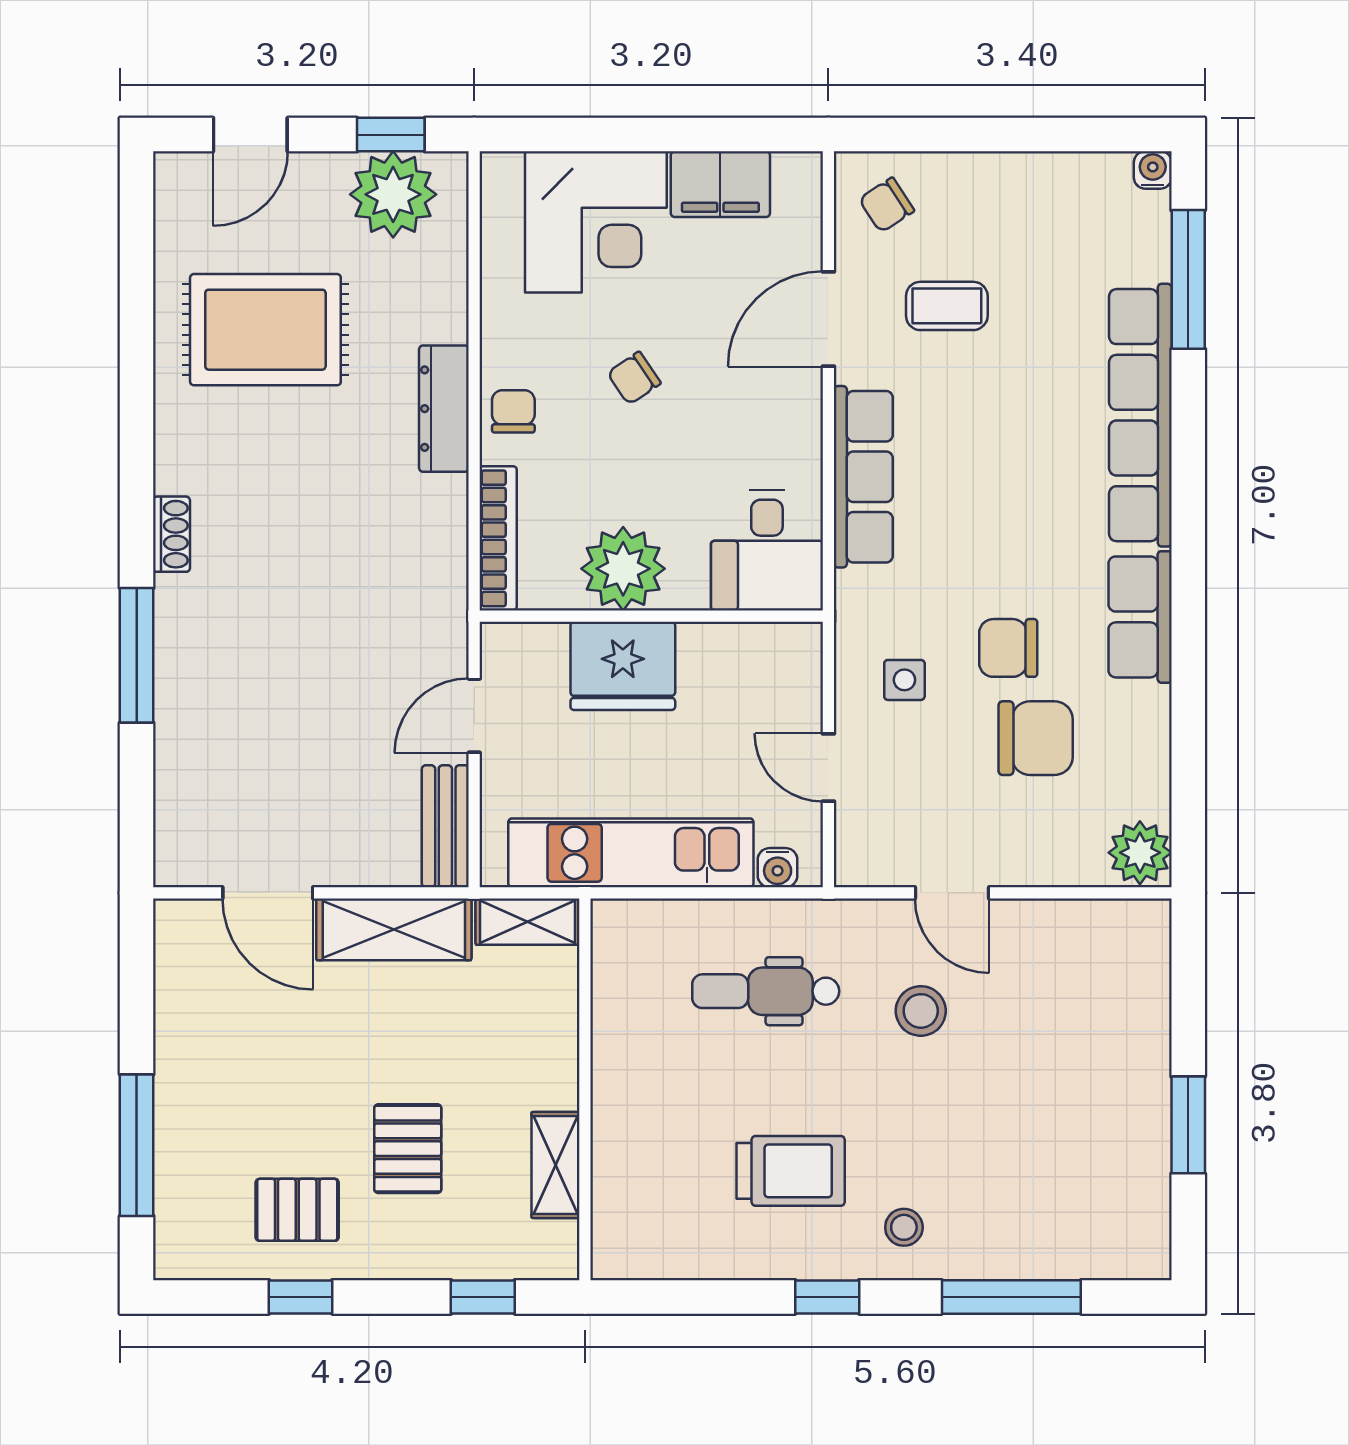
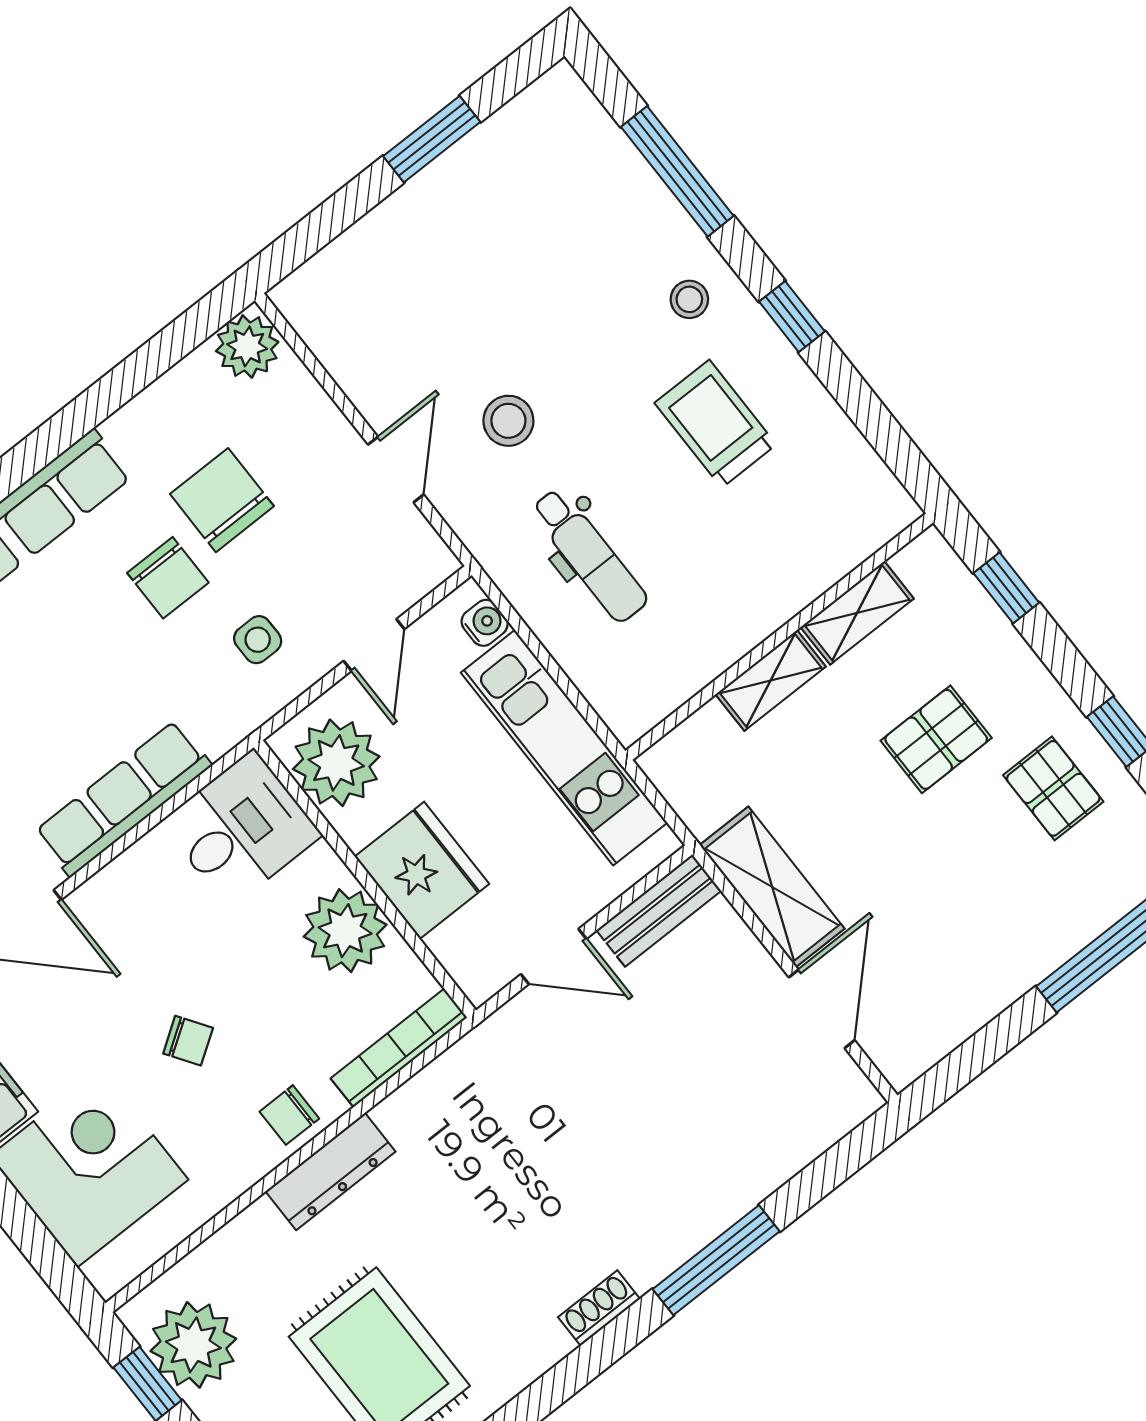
plant: (760, 665) -> (336, 763), added
shelving: (528, 922) -> (771, 680), moved, turned 90

